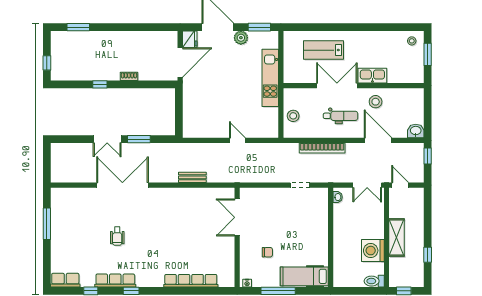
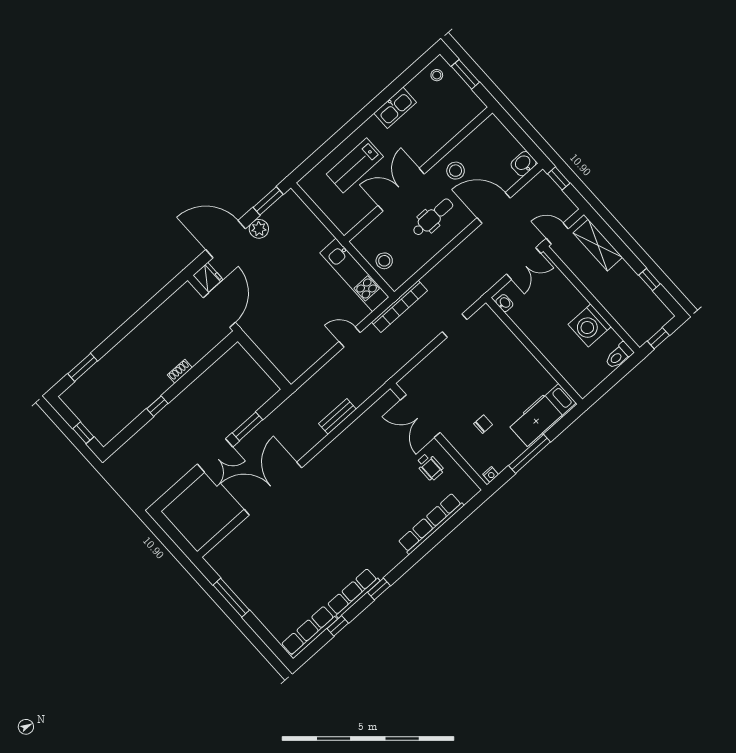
kitchen sink: (372, 76) -> (395, 108), moved, turned 180
kitchen unit: (270, 78) -> (354, 275), moved
bookcase: (322, 148) -> (400, 306), moved
wheelchair: (117, 236) -> (430, 467), moved
shelving: (397, 238) -> (598, 245), moved
row of seats: (65, 280) -> (309, 632), width x1.48

